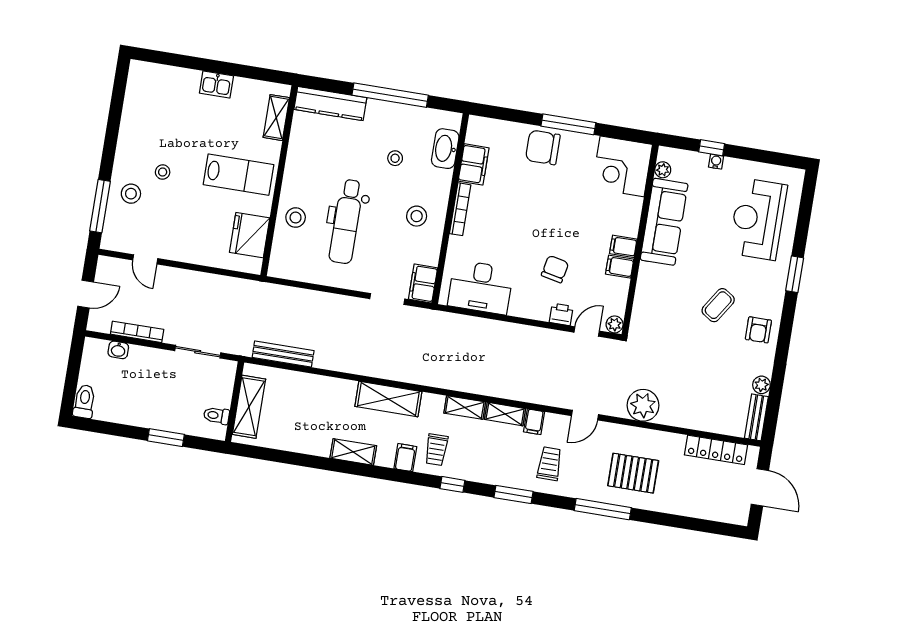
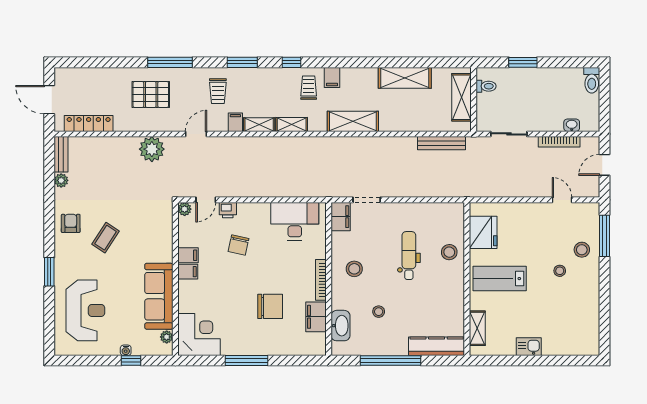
chair: (543, 147) -> (270, 306), moved
dental chair: (346, 221) -> (409, 256), width x0.73, depth x0.72
shelving: (353, 452) -> (405, 78), moved, width x1.50, depth x1.33

